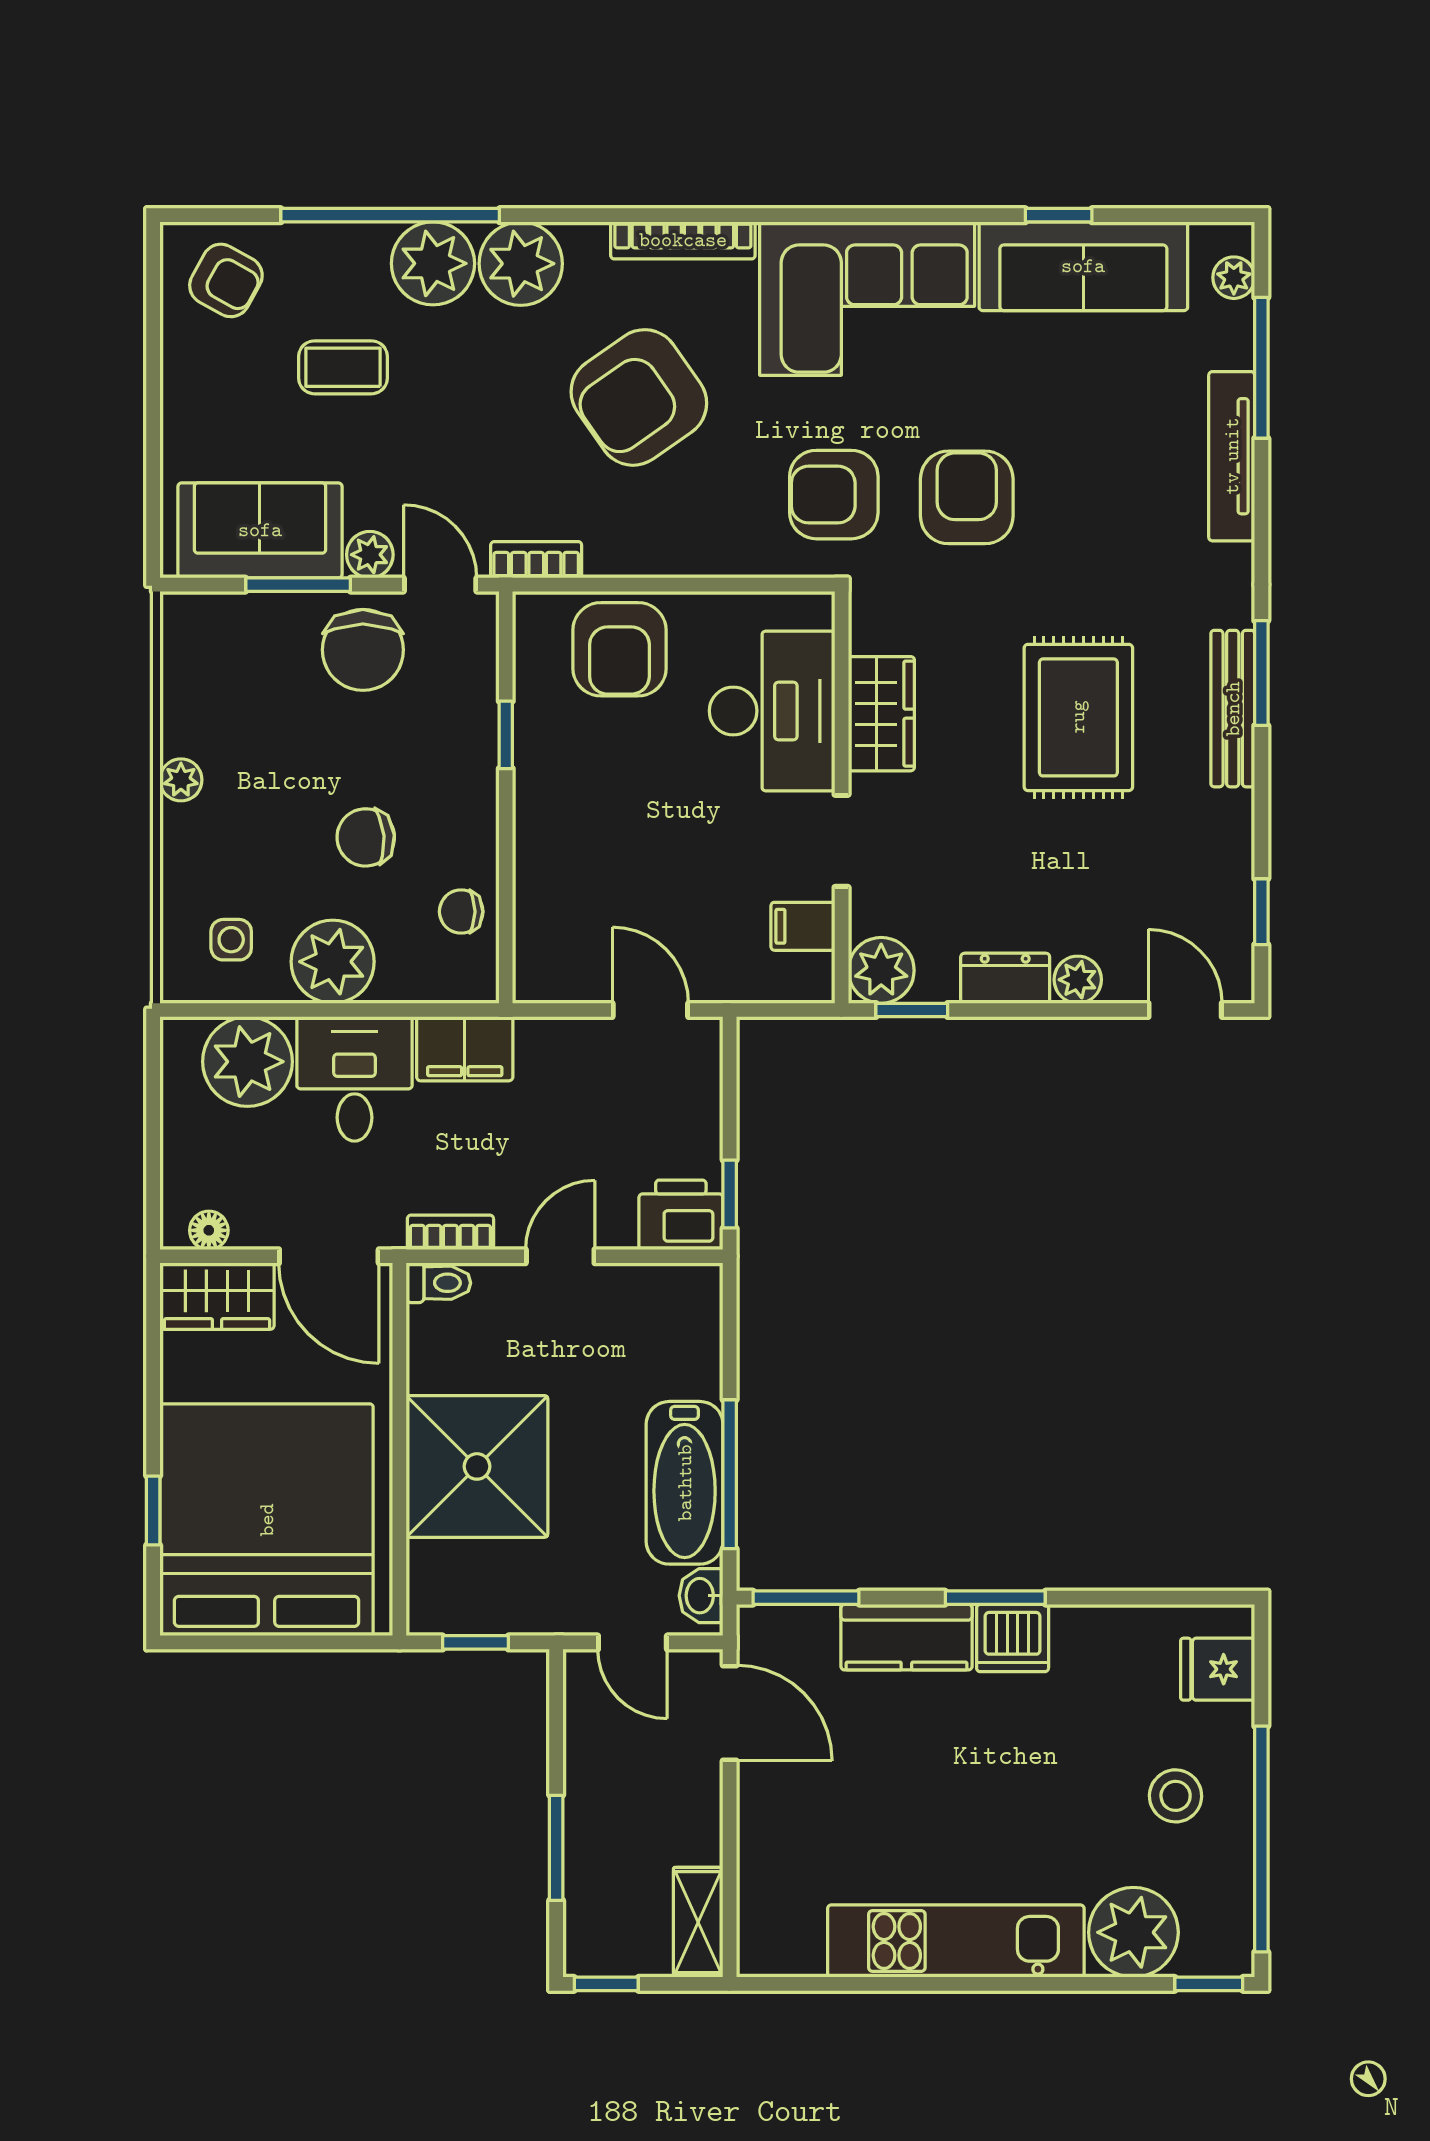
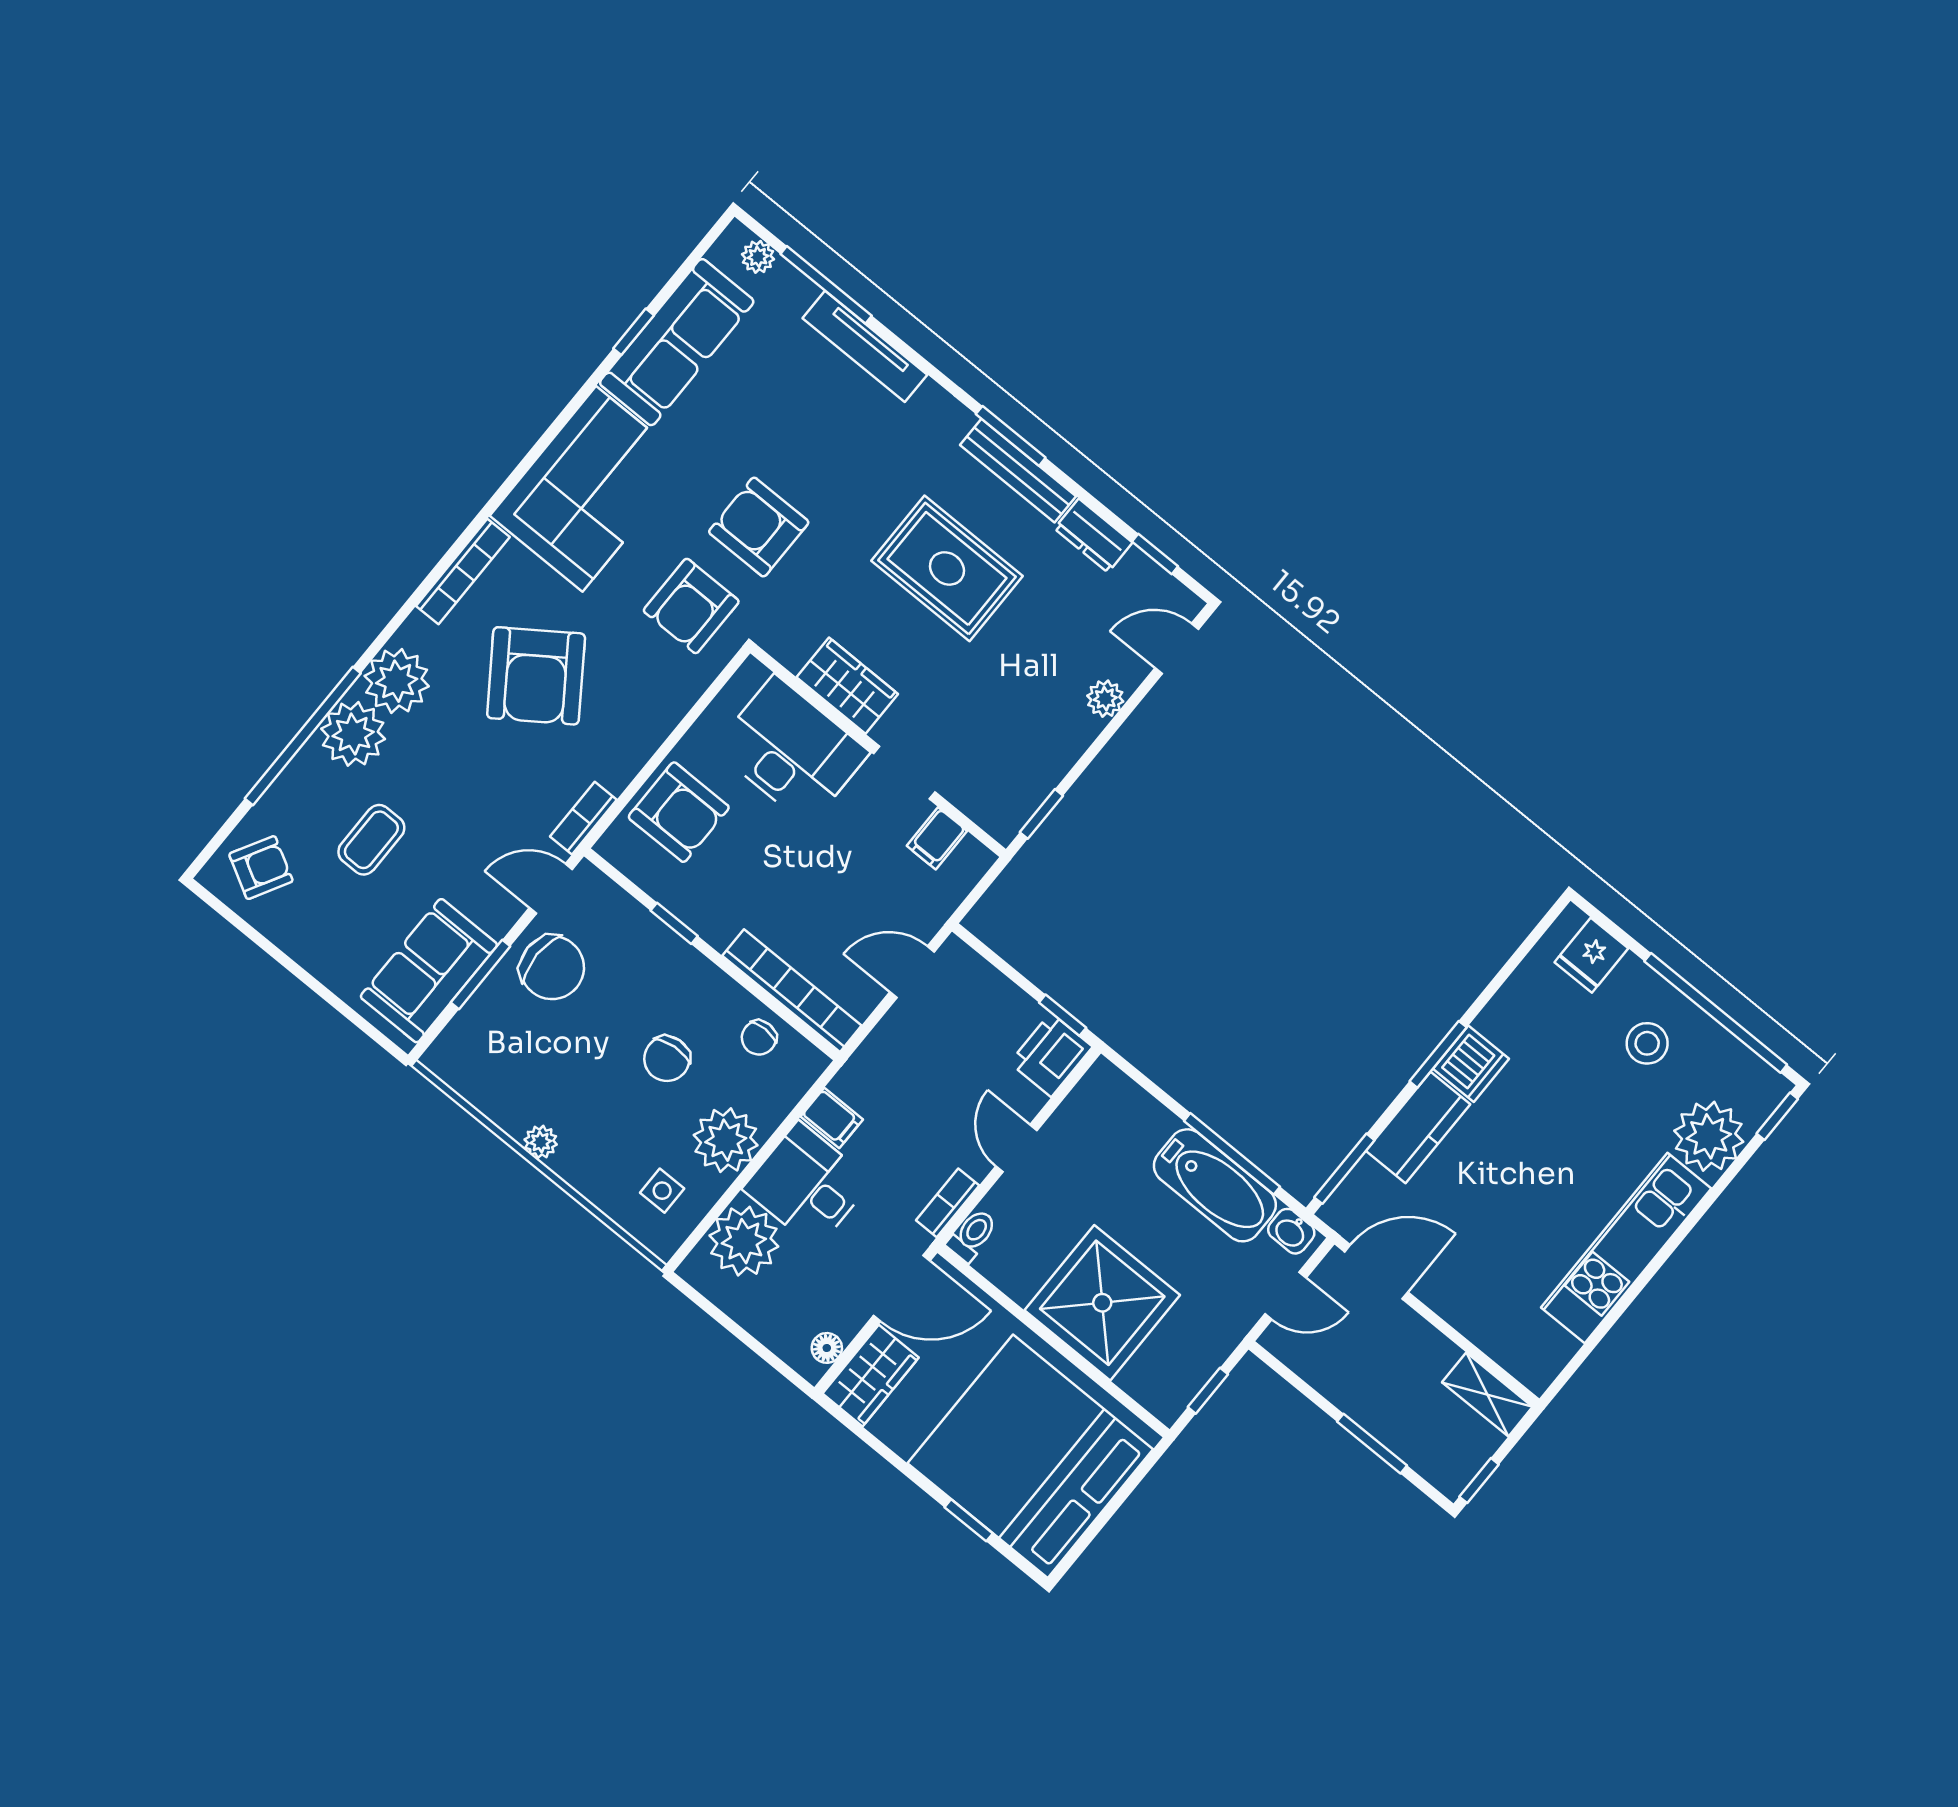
plant: (370, 555) -> (498, 916), removed
bookcase: (535, 906) -> (792, 991), added
plant: (881, 970) -> (1002, 813), removed
dresser: (1005, 978) -> (1093, 536), moved, turned -90
filing cabinet: (465, 1049) -> (832, 1118), width x0.50

